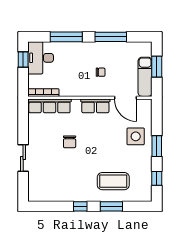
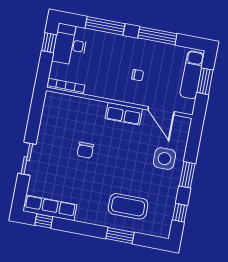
exam couch: (145, 77) -> (192, 75), moved
row of seats: (49, 106) -> (50, 208), moved, turned 180
window: (80, 206) -> (44, 221), moved

